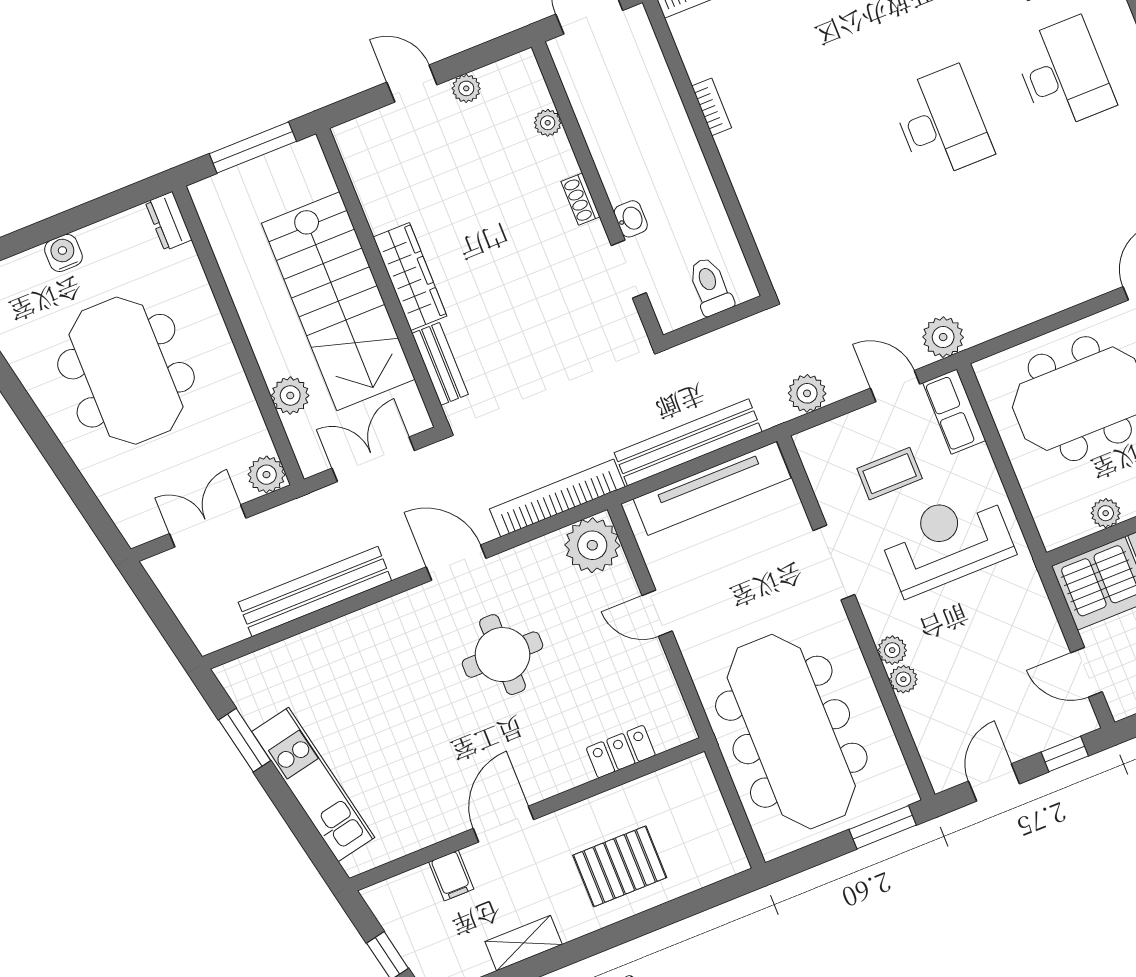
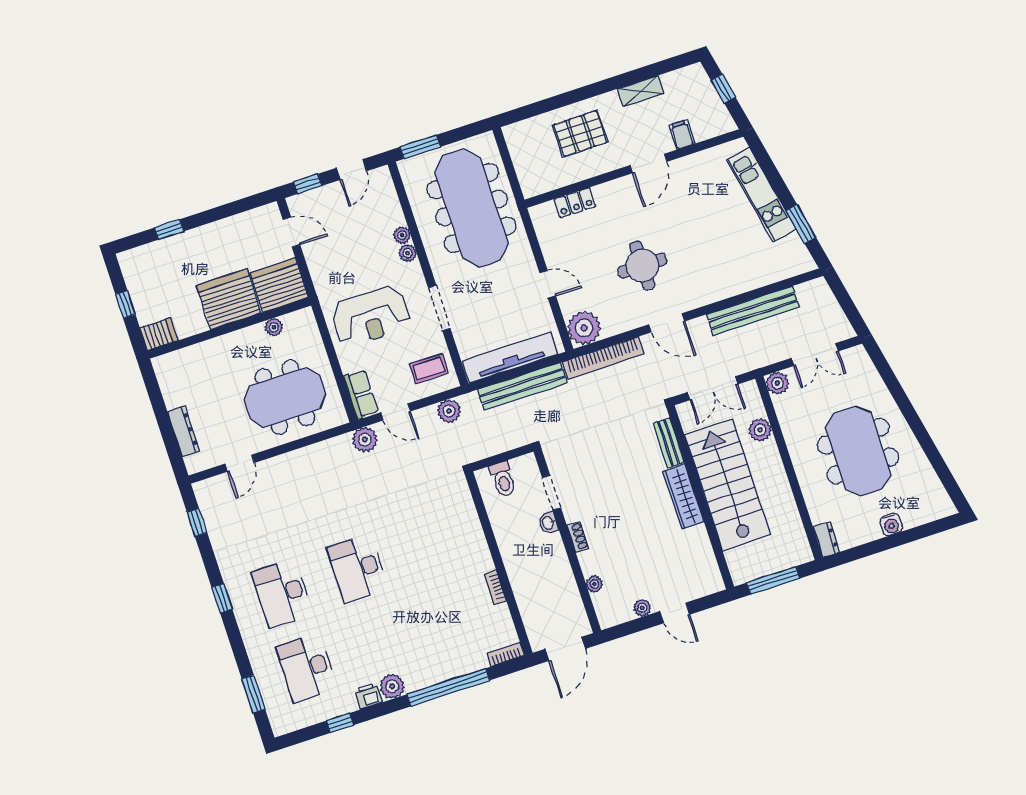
coffee table: (890, 474) -> (429, 368), moved

